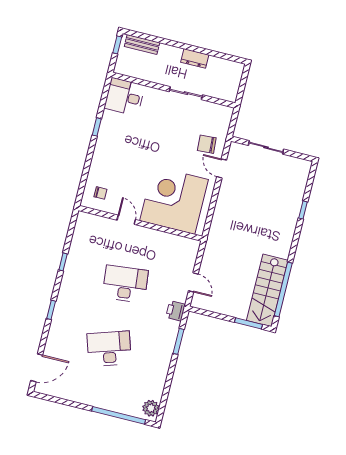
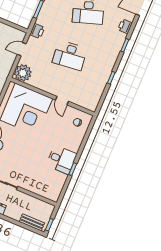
desk: (124, 97) -> (62, 160), moved
plant: (187, 250) -> (23, 73), added
door: (193, 282) -> (22, 49), hinge flipped
printer: (55, 336) -> (125, 26), added

